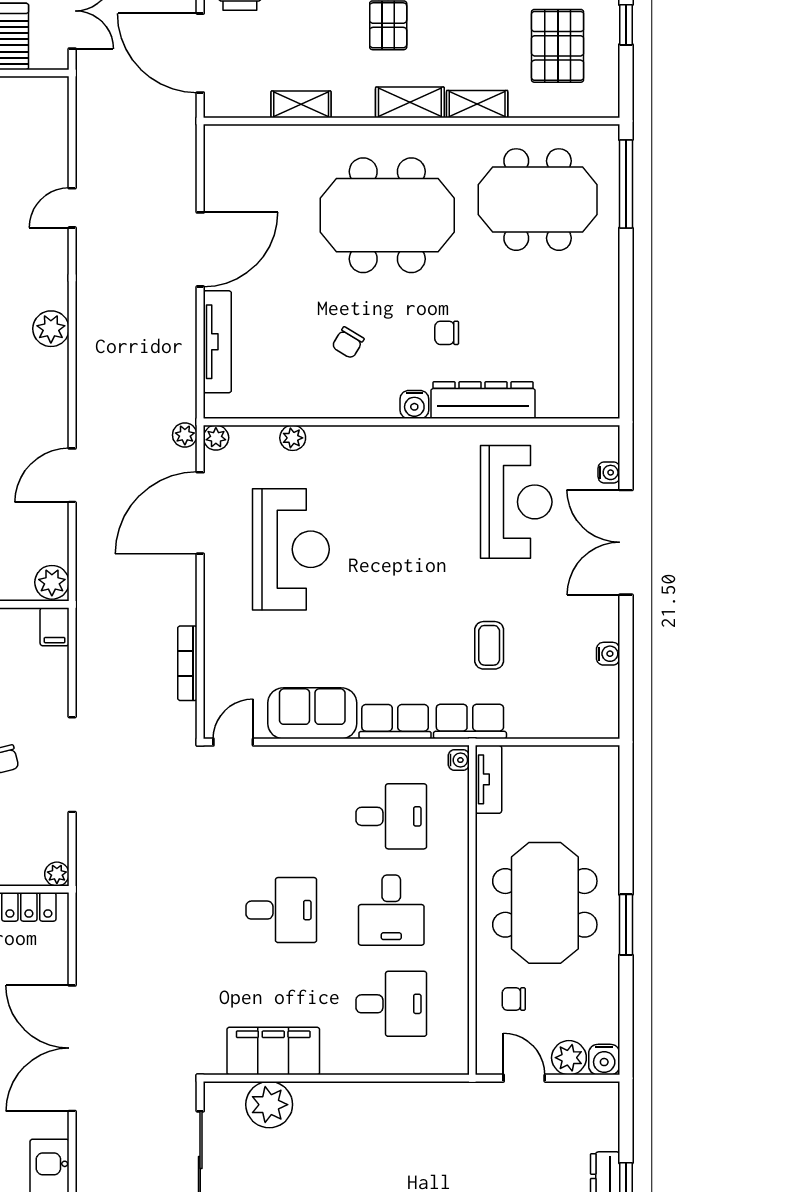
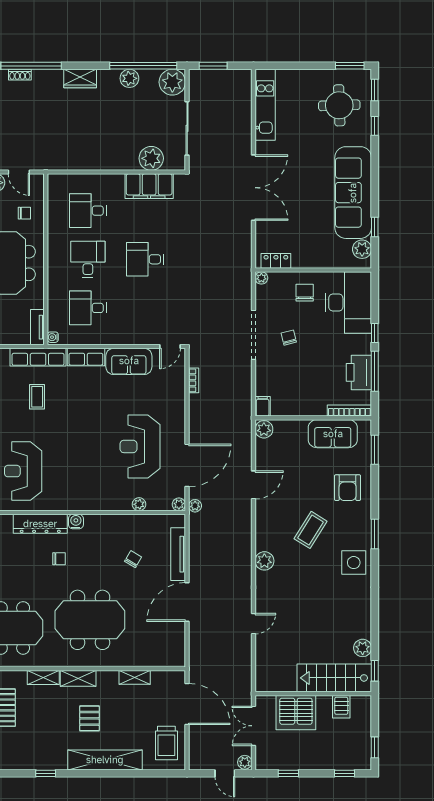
chair: (348, 343) -> (133, 559), moved
bookcase: (187, 663) -> (194, 380), width x0.64
row of seats: (470, 721) -> (38, 357), width x1.48

